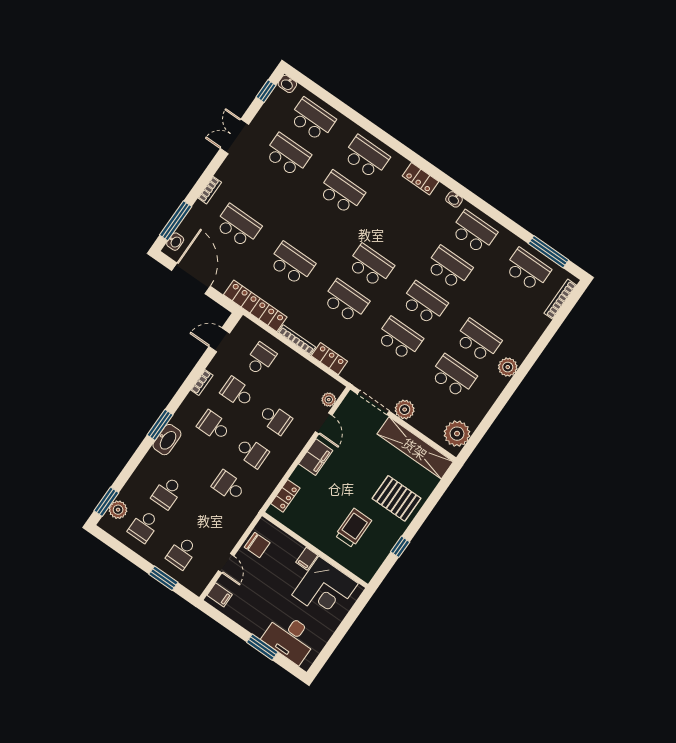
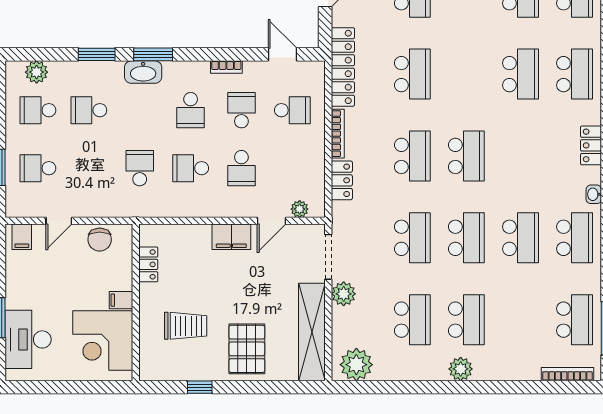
school desk: (214, 426) -> (191, 110), turned 180
school desk: (252, 452) -> (191, 168), turned 90
locker: (285, 496) -> (148, 264), moved, turned -90
window: (106, 502) -> (97, 54), moved

